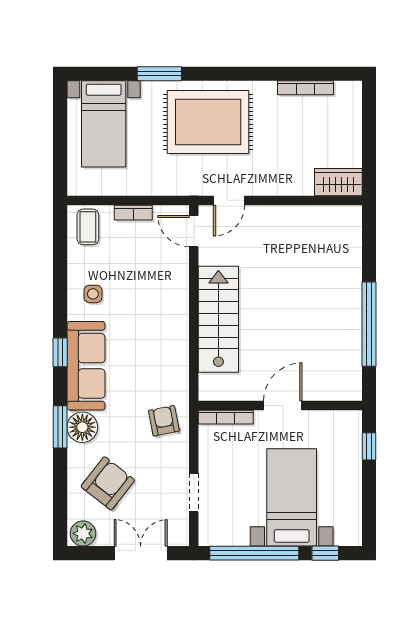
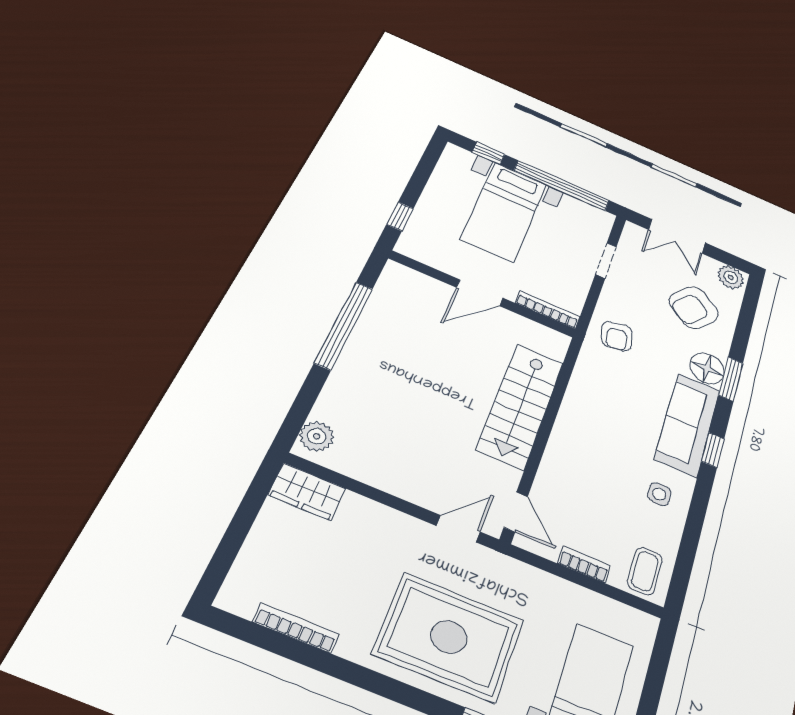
plant: (350, 226) -> (317, 436), added

